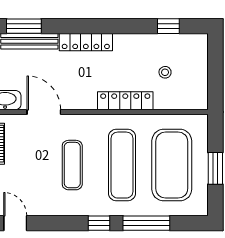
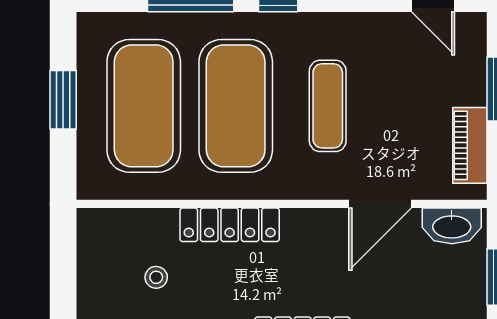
door: (44, 112) -> (380, 204), hinge flipped
exercise mat: (122, 165) -> (236, 106), width x1.47

